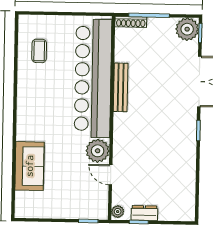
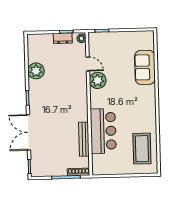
plant: (187, 29) -> (36, 71), moved
coffee table: (39, 51) -> (142, 149), width x1.86, depth x1.72
bar counter: (93, 79) -> (103, 131), width x0.54
bench: (121, 87) -> (84, 139), moved

